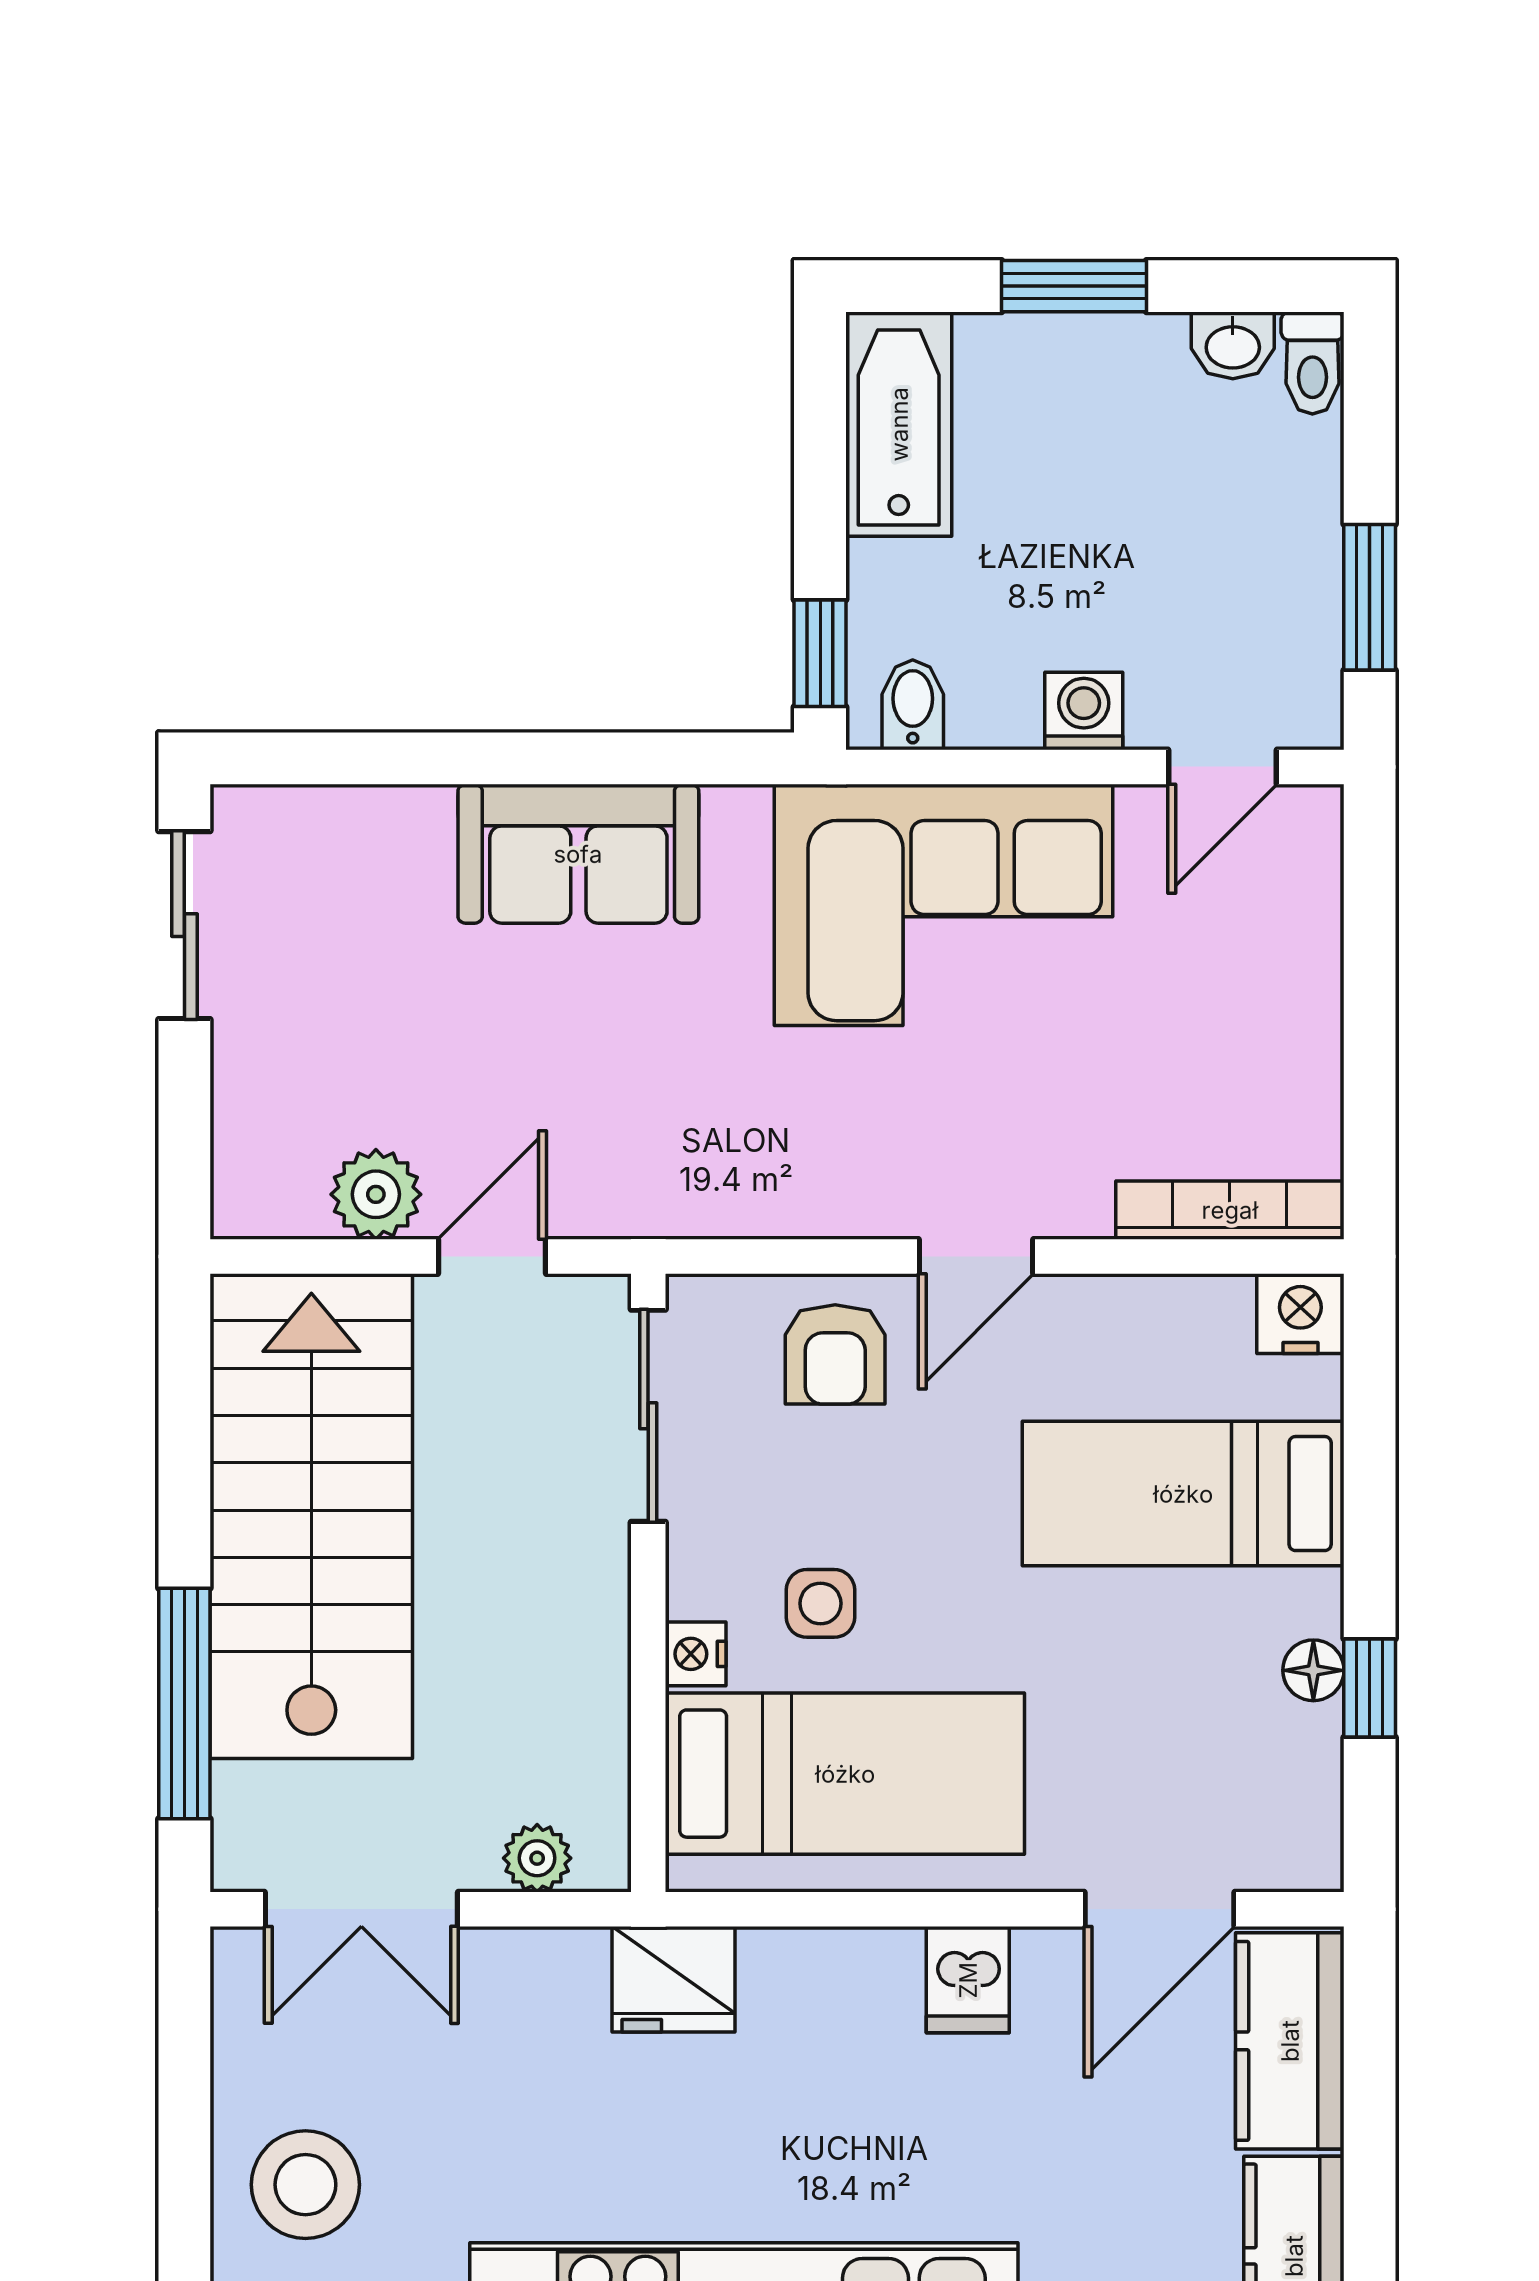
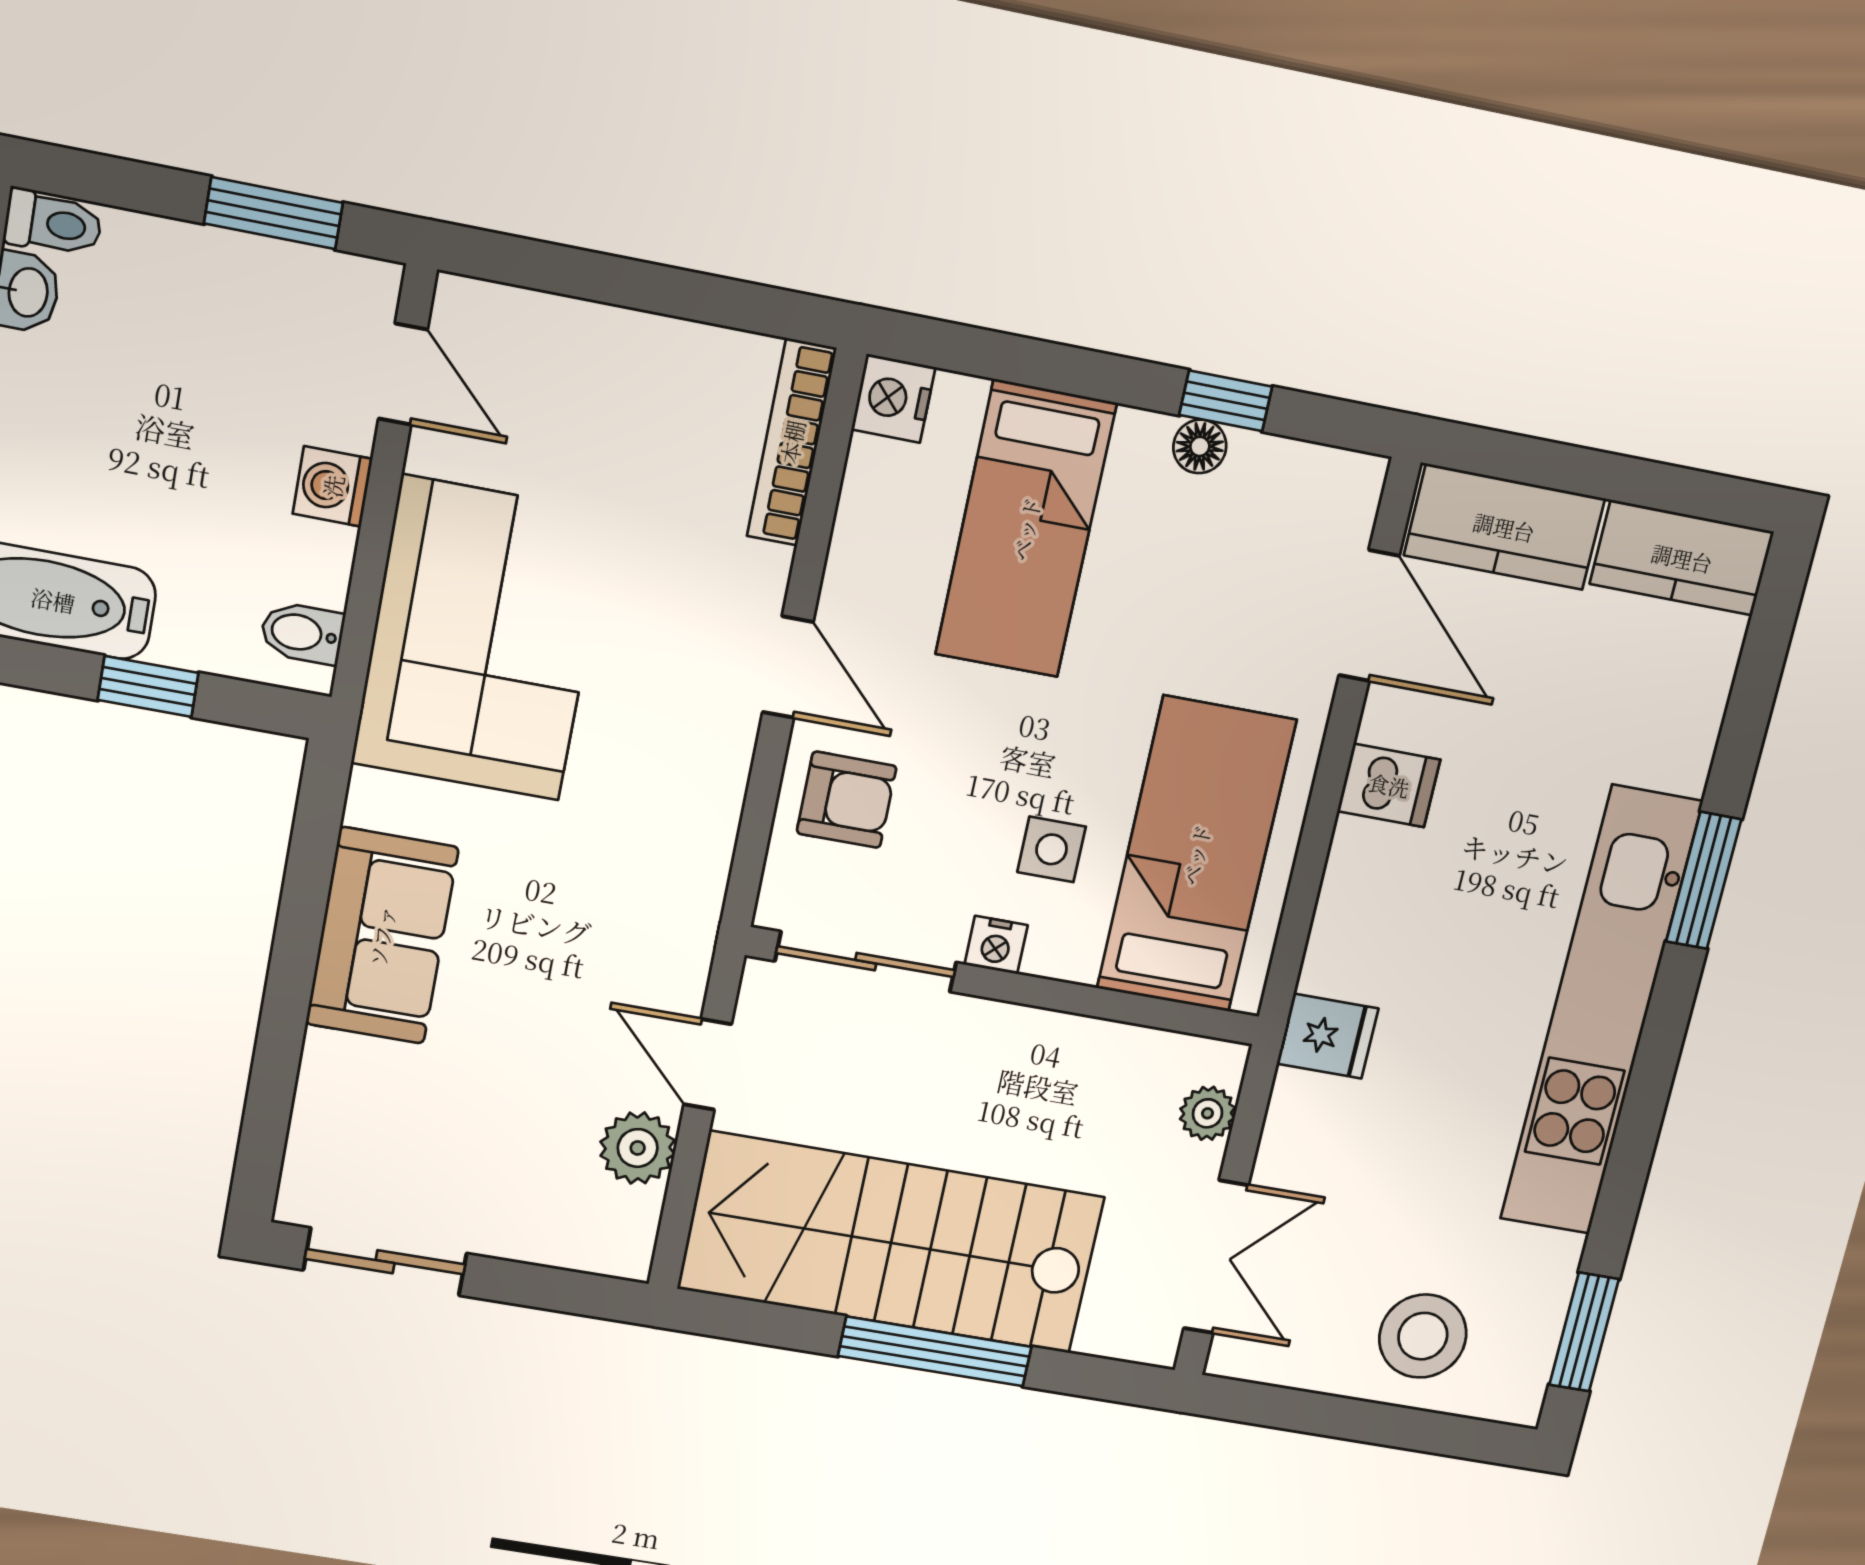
window: (820, 653) -> (148, 686), moved
nightstand: (696, 1654) -> (996, 945), moved
window: (184, 1704) -> (935, 1351), moved
fridge: (674, 1979) -> (1327, 1036), width x0.72

